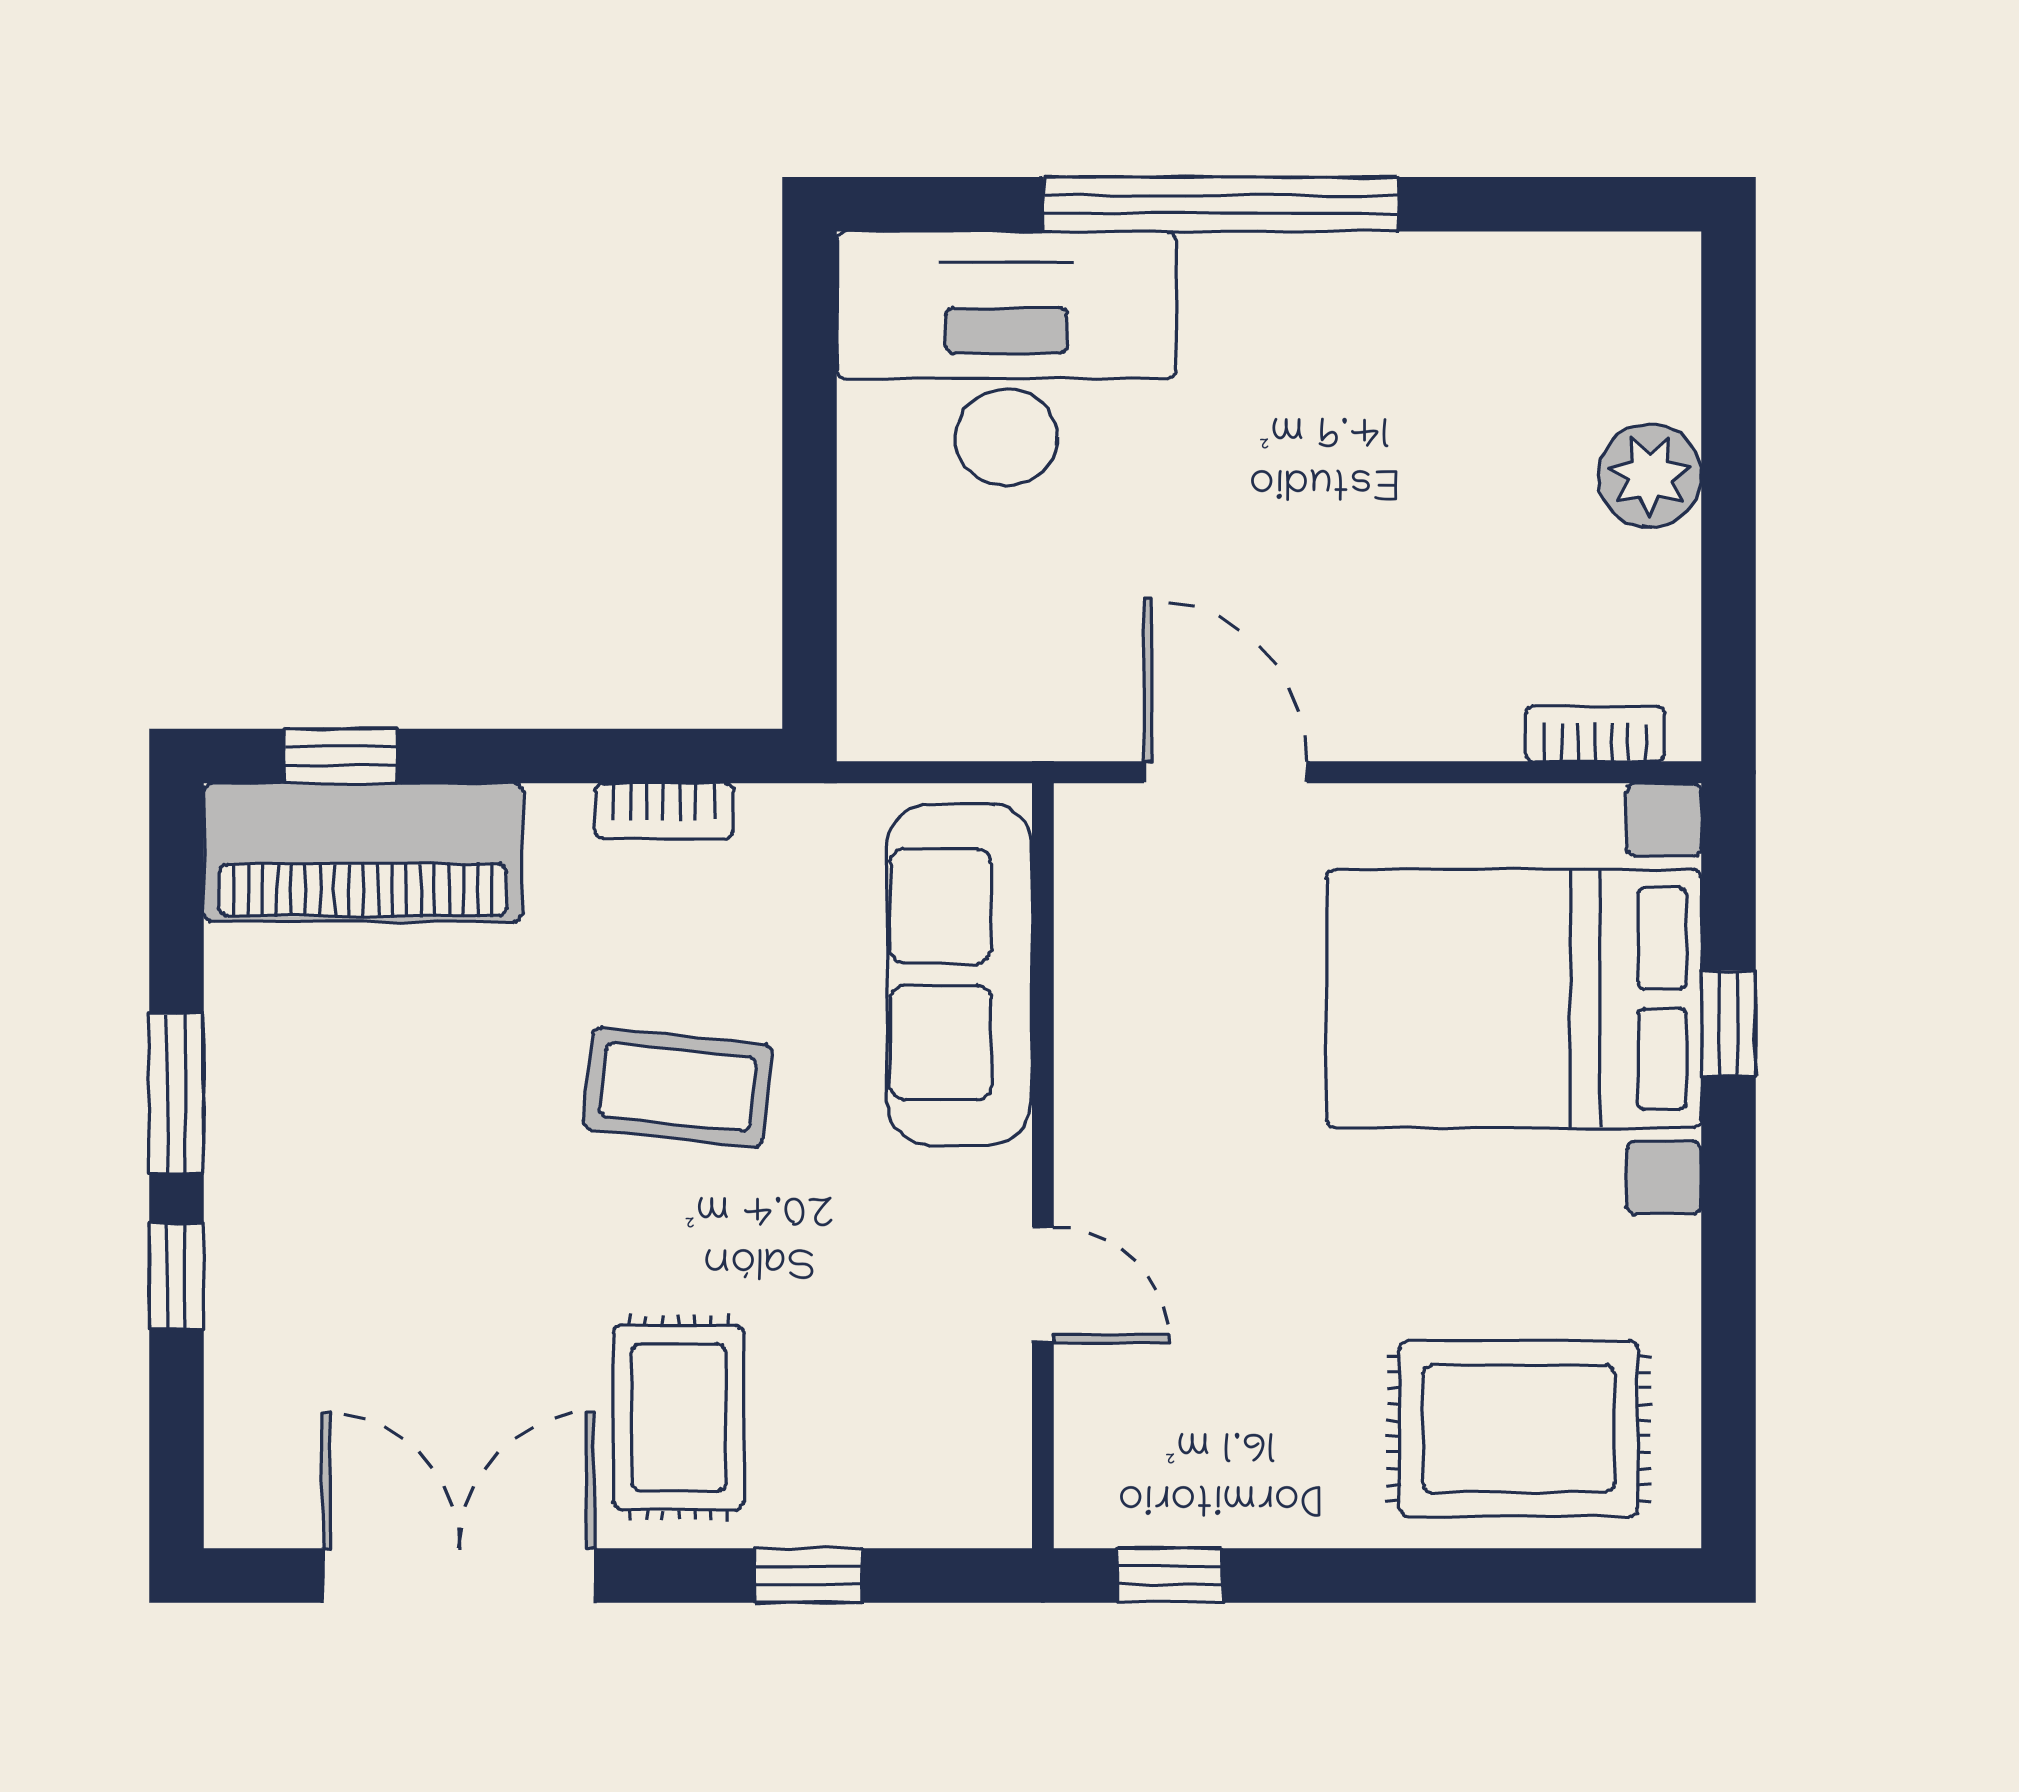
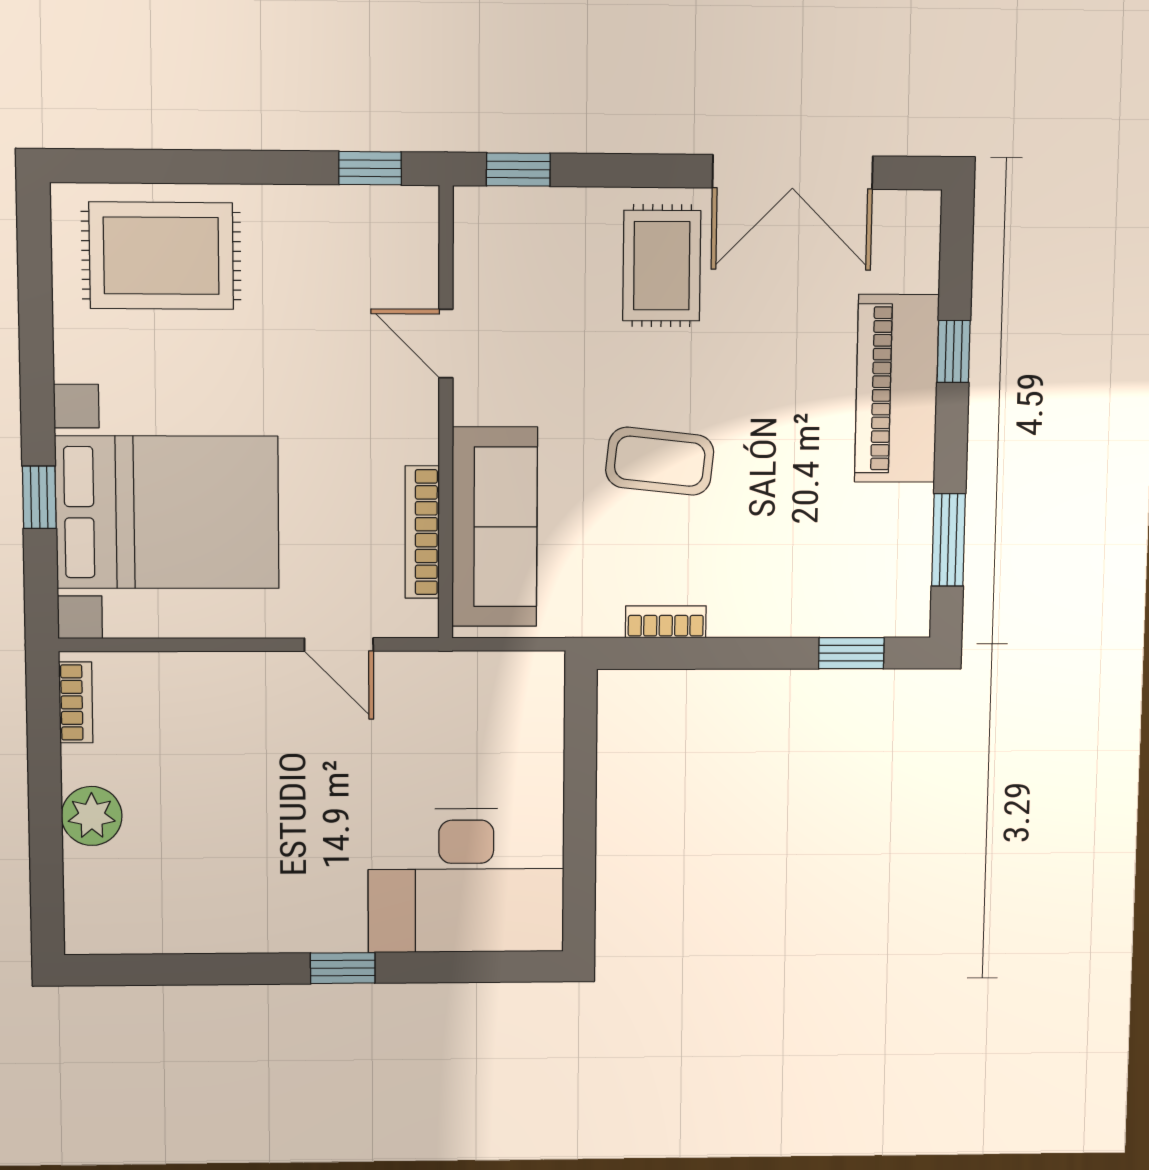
window: (1221, 204) -> (343, 968), width x0.32
bookcase: (1595, 733) -> (76, 702), moved, turned -90
door: (1225, 772) -> (339, 645), width x0.73
piano: (363, 852) -> (897, 389), moved, turned -90
bookcase: (1083, 965) -> (422, 532), added
window: (176, 1094) -> (948, 540), moved
window: (809, 1575) -> (518, 170), moved

